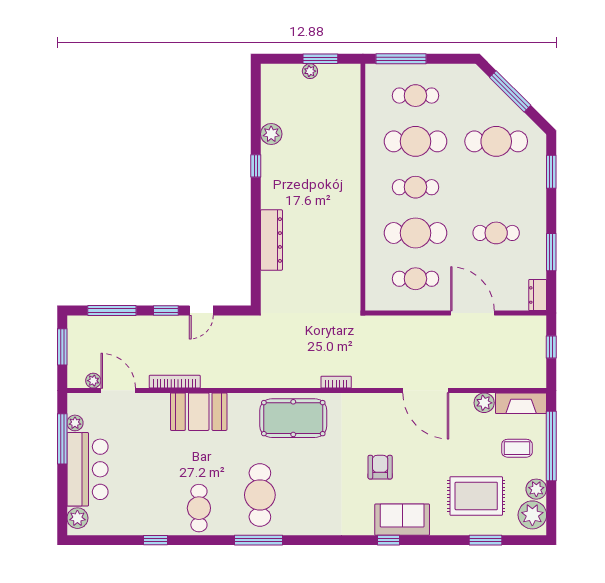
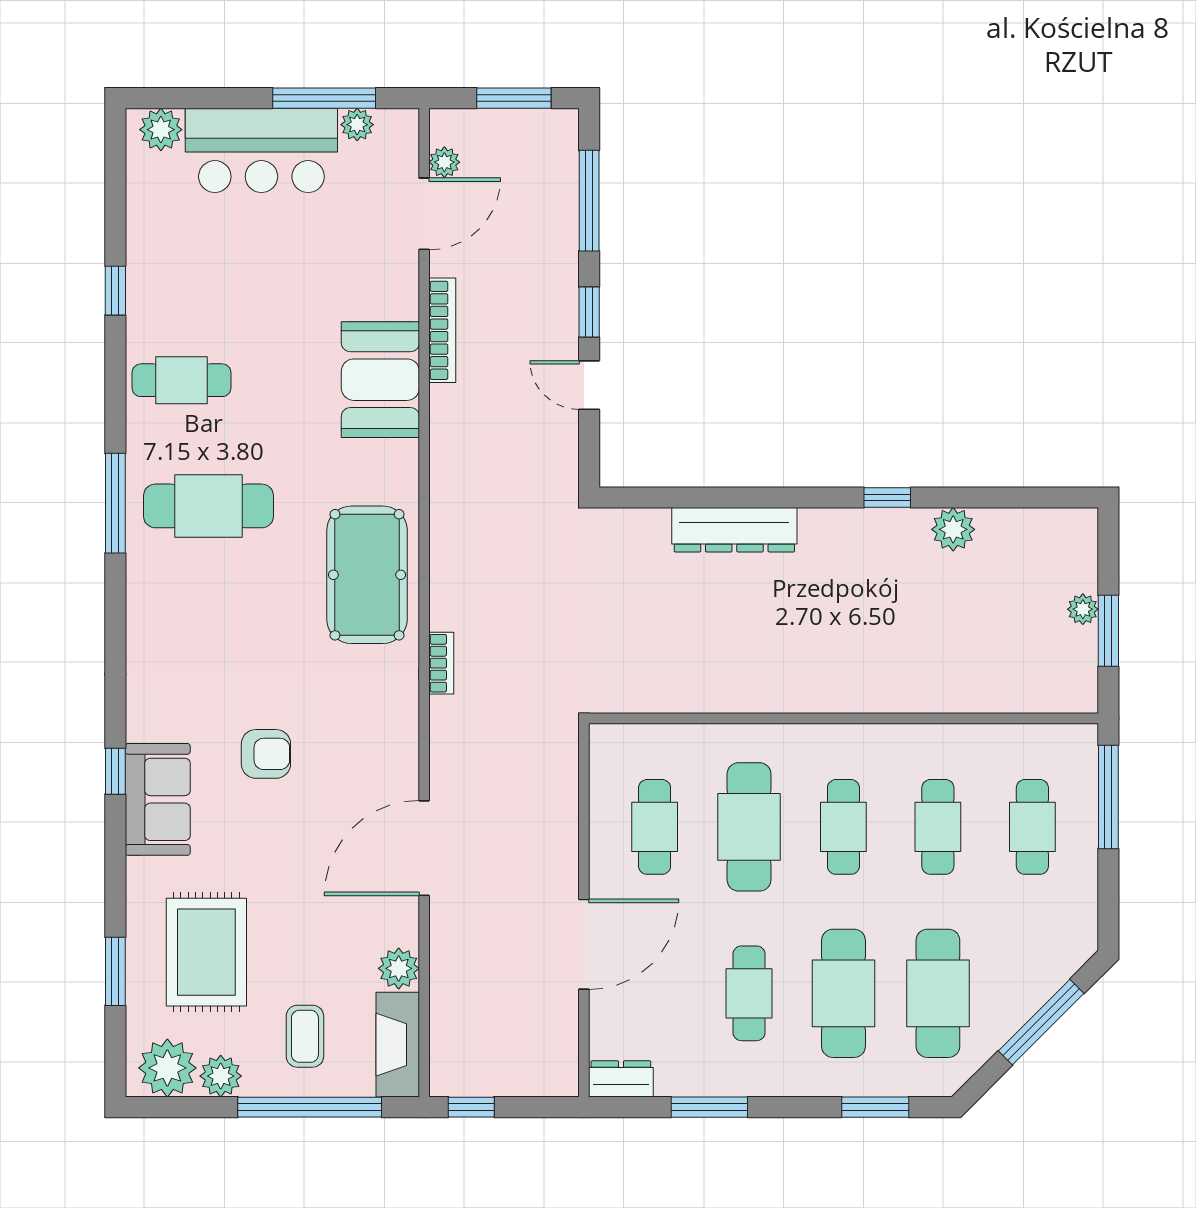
cafe table: (415, 141) -> (938, 827), width x0.73, depth x0.74
cafe table: (496, 187) -> (843, 993), added
window: (551, 347) -> (471, 1107), moved

